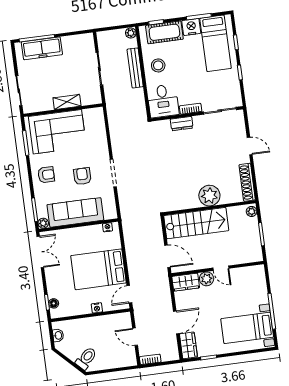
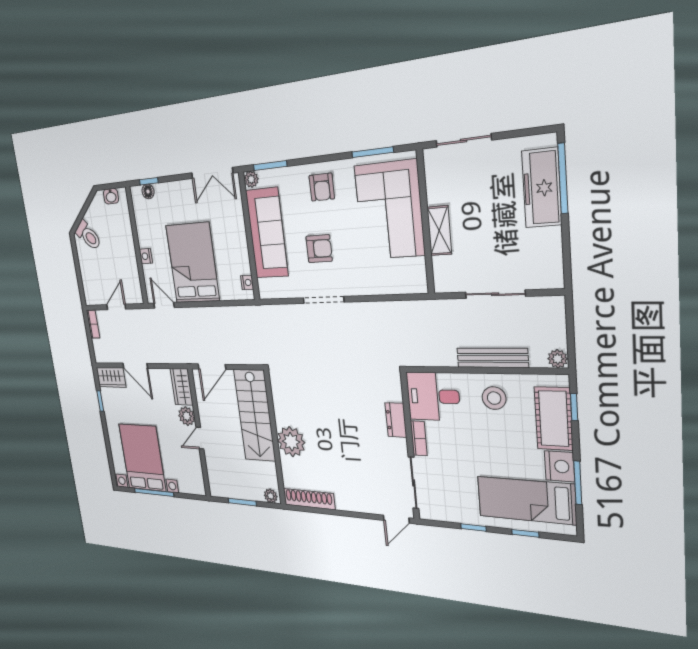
door: (250, 146) -> (396, 519), moved
bed with nightstands: (247, 328) -> (142, 458), width x1.36

